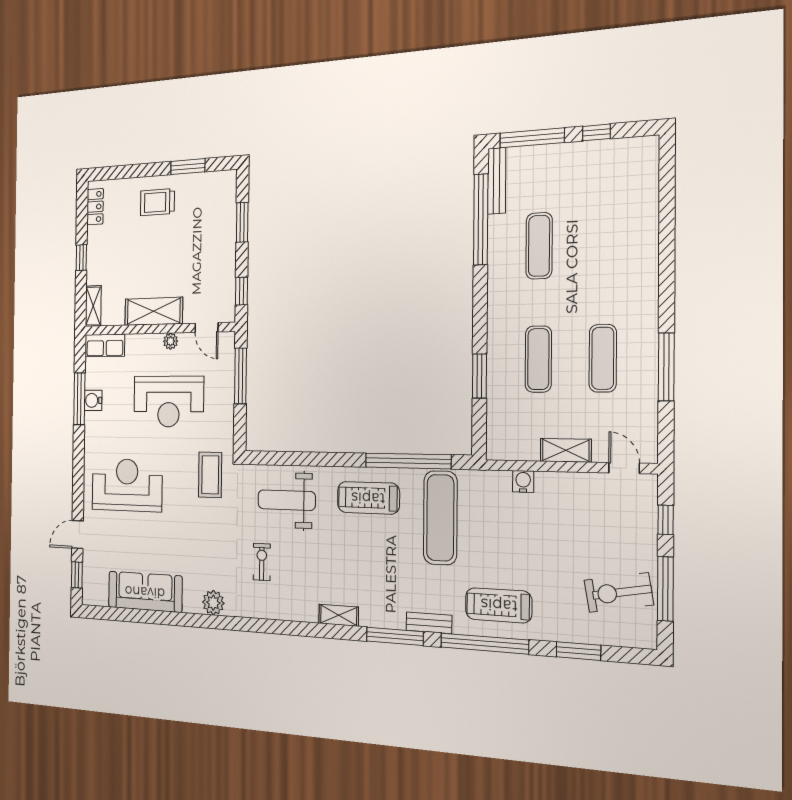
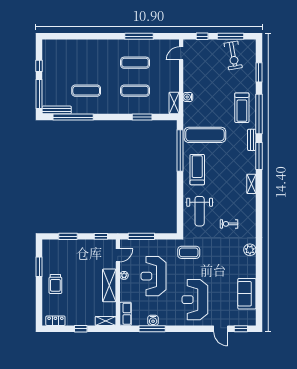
reception desk: (169, 402) -> (154, 276), turned 180
shelving: (566, 450) -> (174, 103), moved
treadmill: (368, 498) -> (197, 170), turned 180
sofa: (145, 592) -> (247, 294), width x0.73

